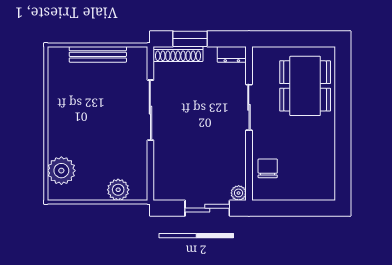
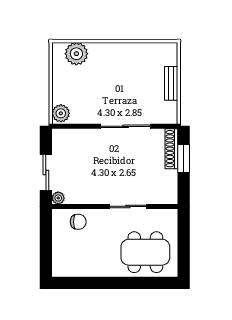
bench: (98, 54) -> (171, 83), width x0.73
dresser: (232, 54) -> (171, 193), removed
plant: (118, 190) -> (61, 113), moved

